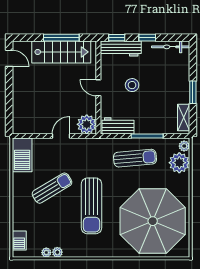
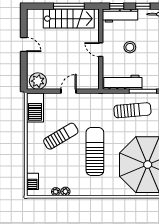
door: (9, 58) -> (24, 45), moved
plant: (87, 124) -> (38, 81), moved
workbench: (118, 126) -> (123, 82), width x1.37
sun lounger: (91, 206) -> (95, 151), turned 180

